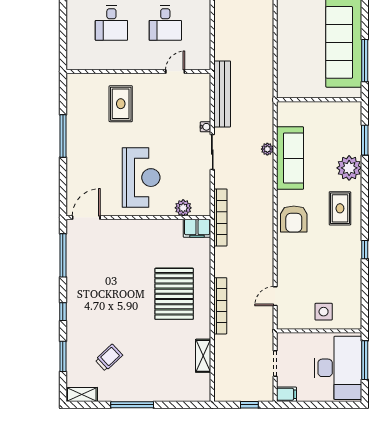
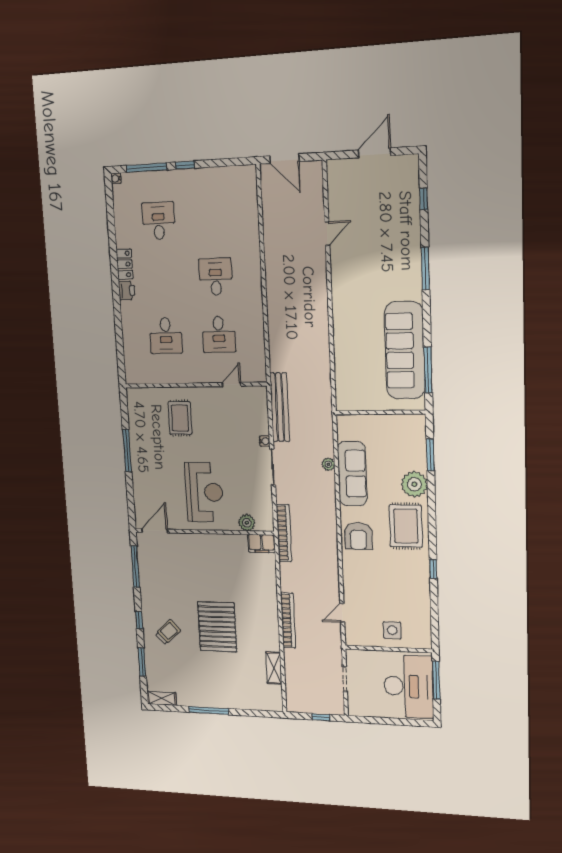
rug: (340, 208) -> (406, 526), width x1.36, depth x1.43
pallet: (174, 294) -> (217, 627), moved
trolley: (109, 358) -> (168, 632), moved
filing cabinet: (287, 394) -> (357, 709), removed

